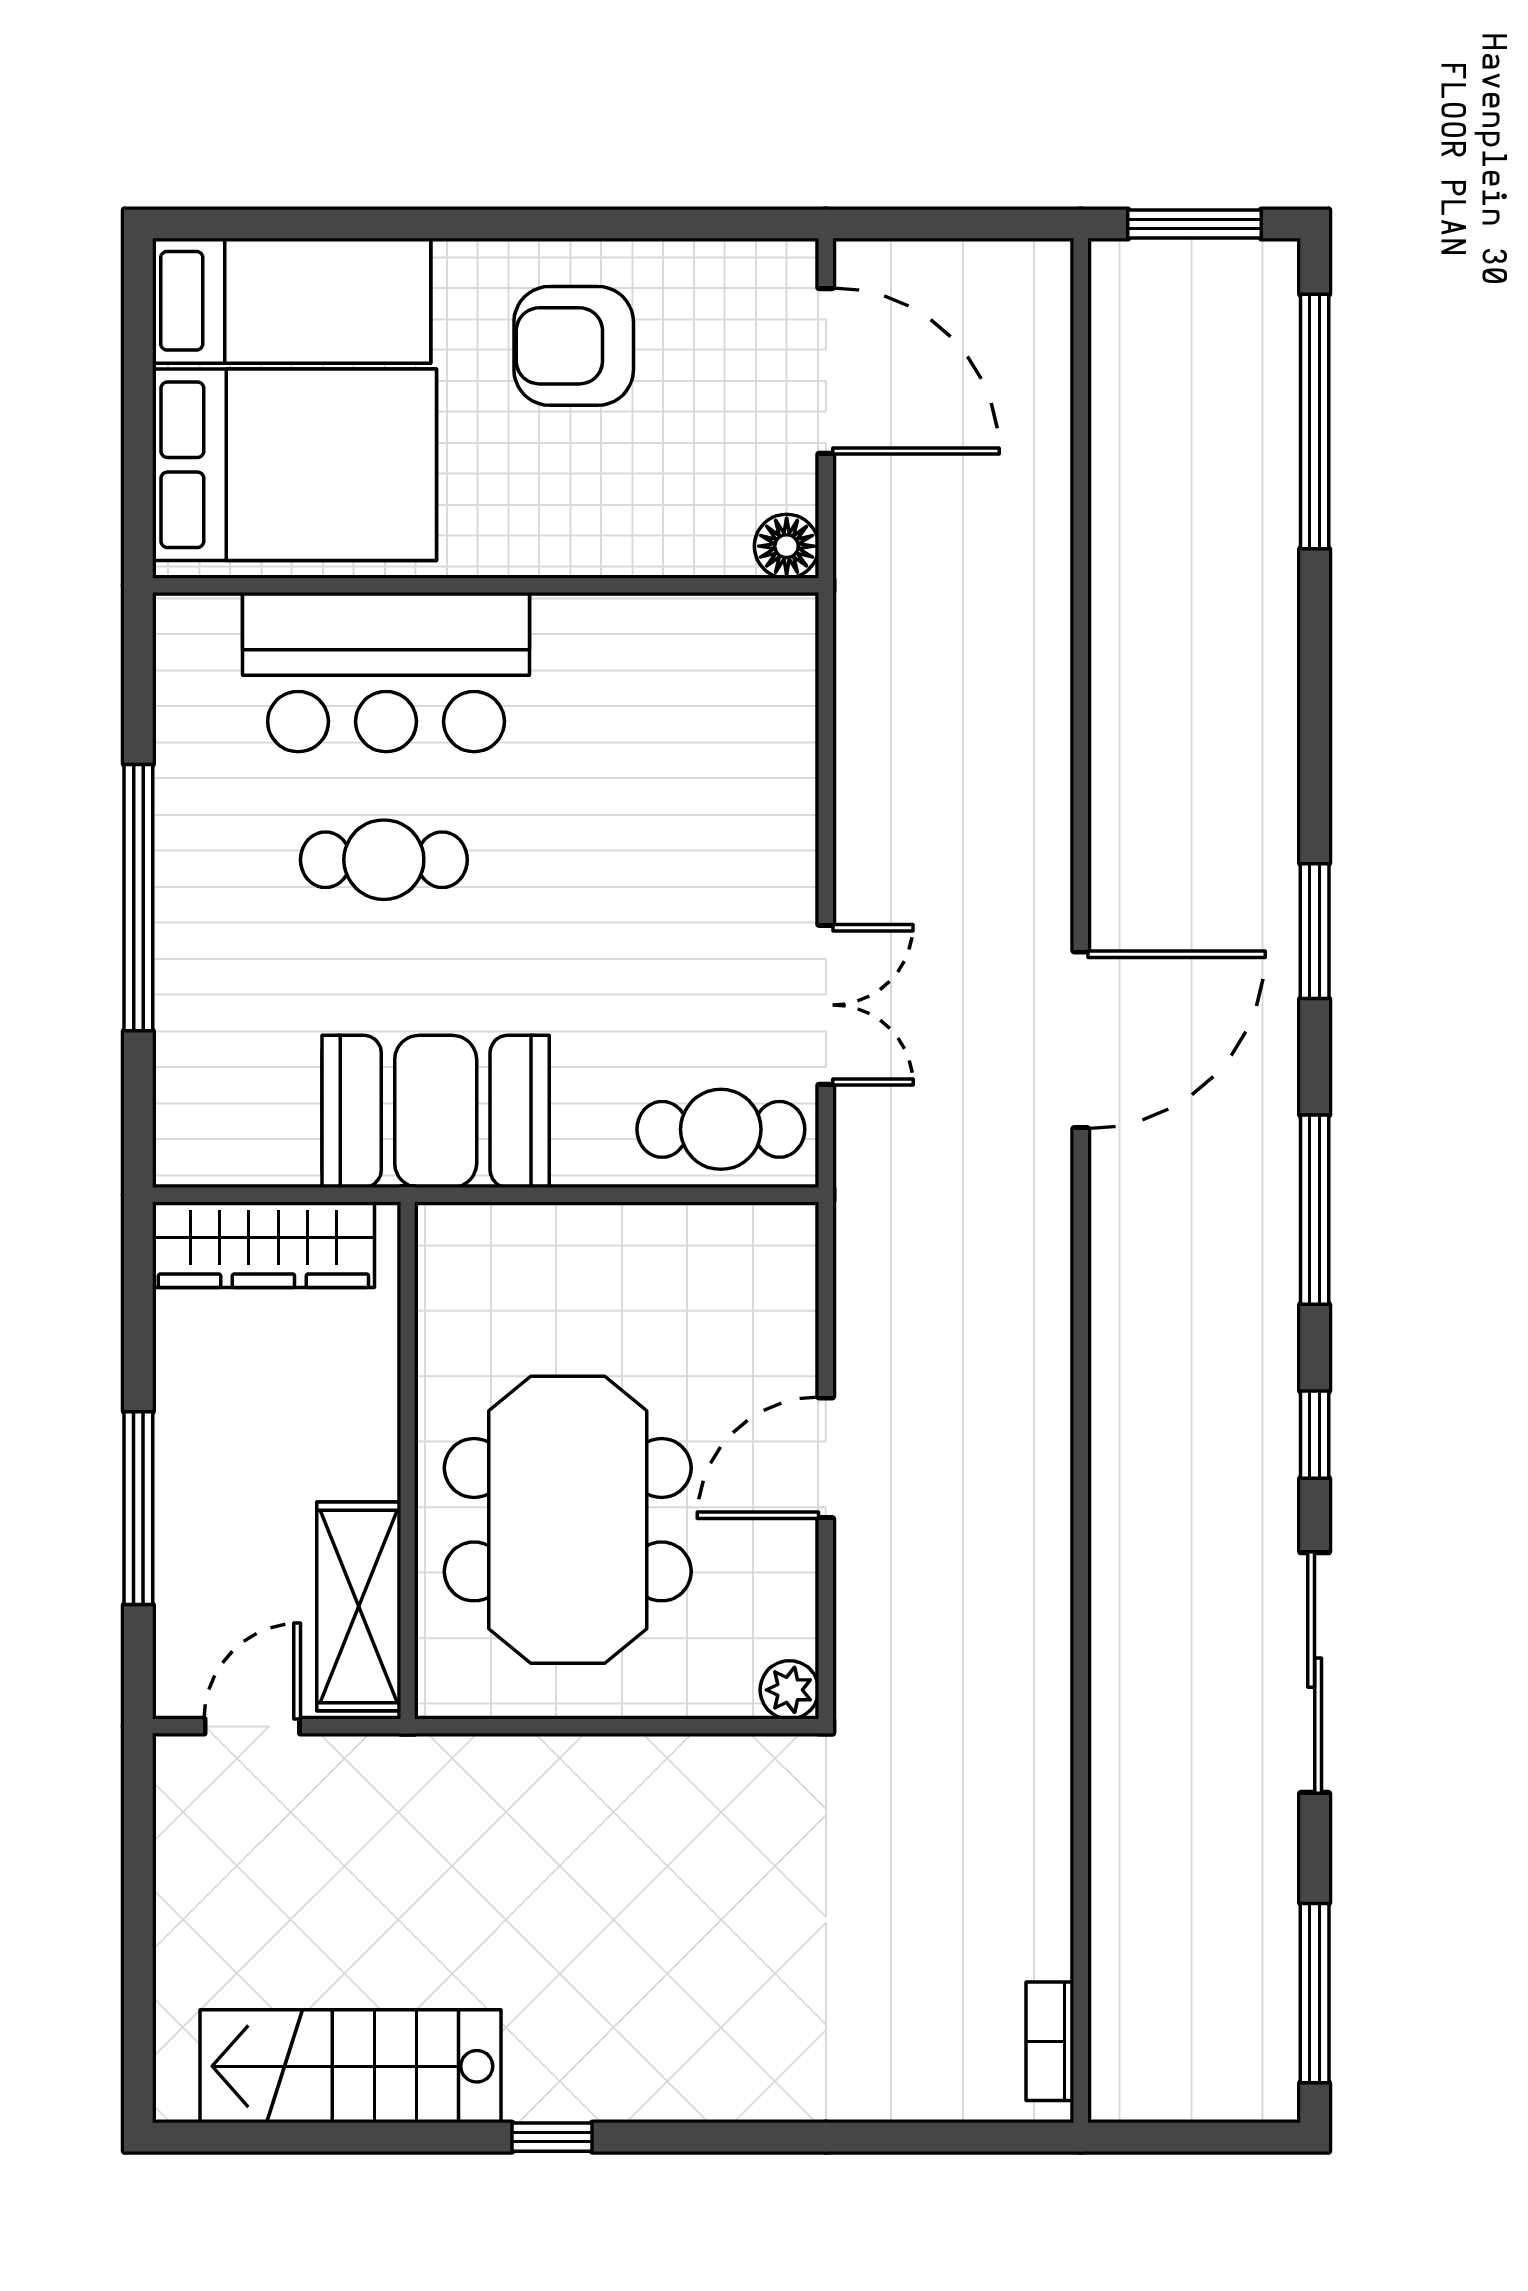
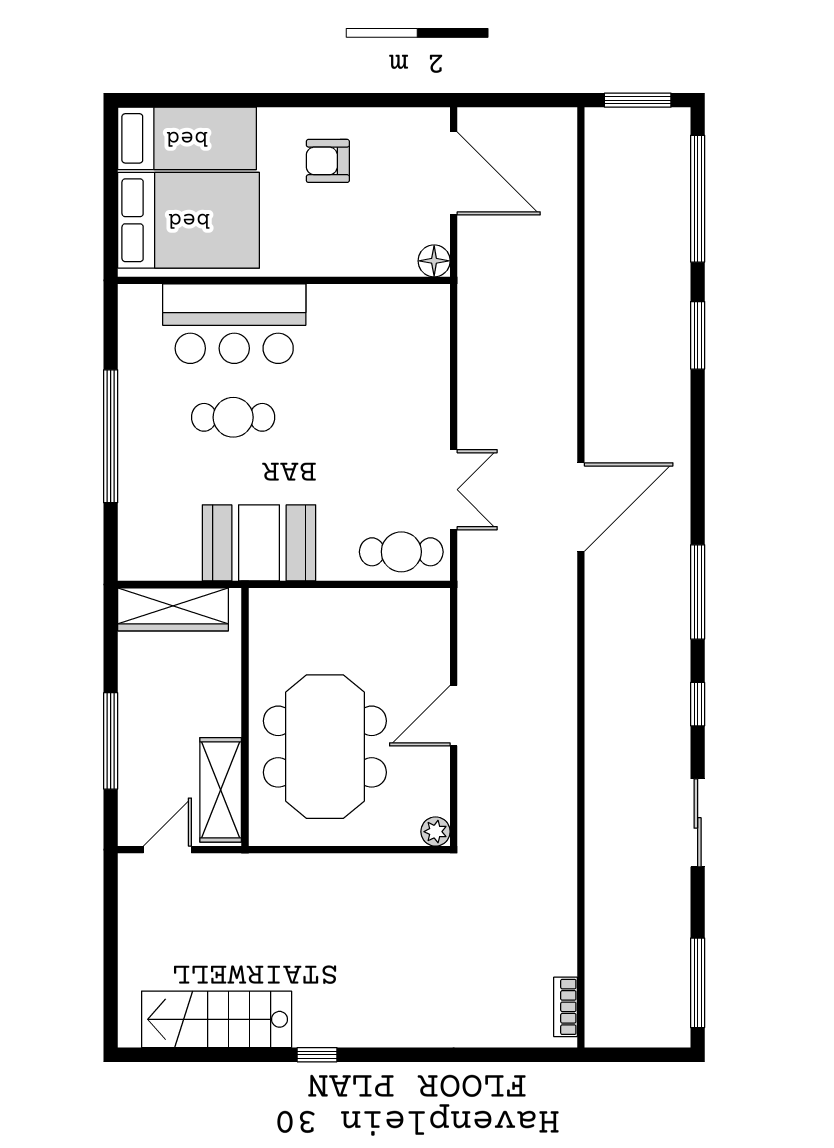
armchair: (574, 346) -> (328, 161), width x0.72, depth x0.72
window: (1315, 931) -> (698, 335), moved
sliding door: (1315, 1673) -> (698, 823), width x0.73

